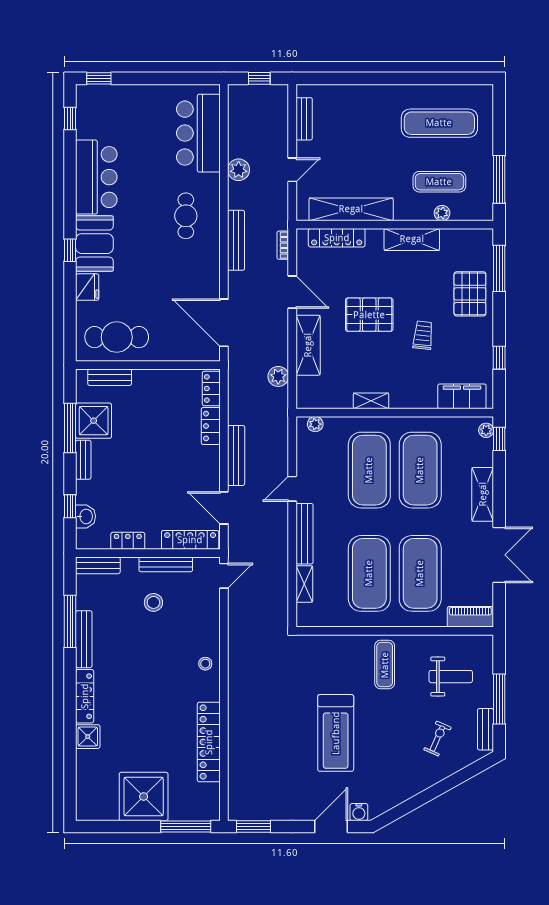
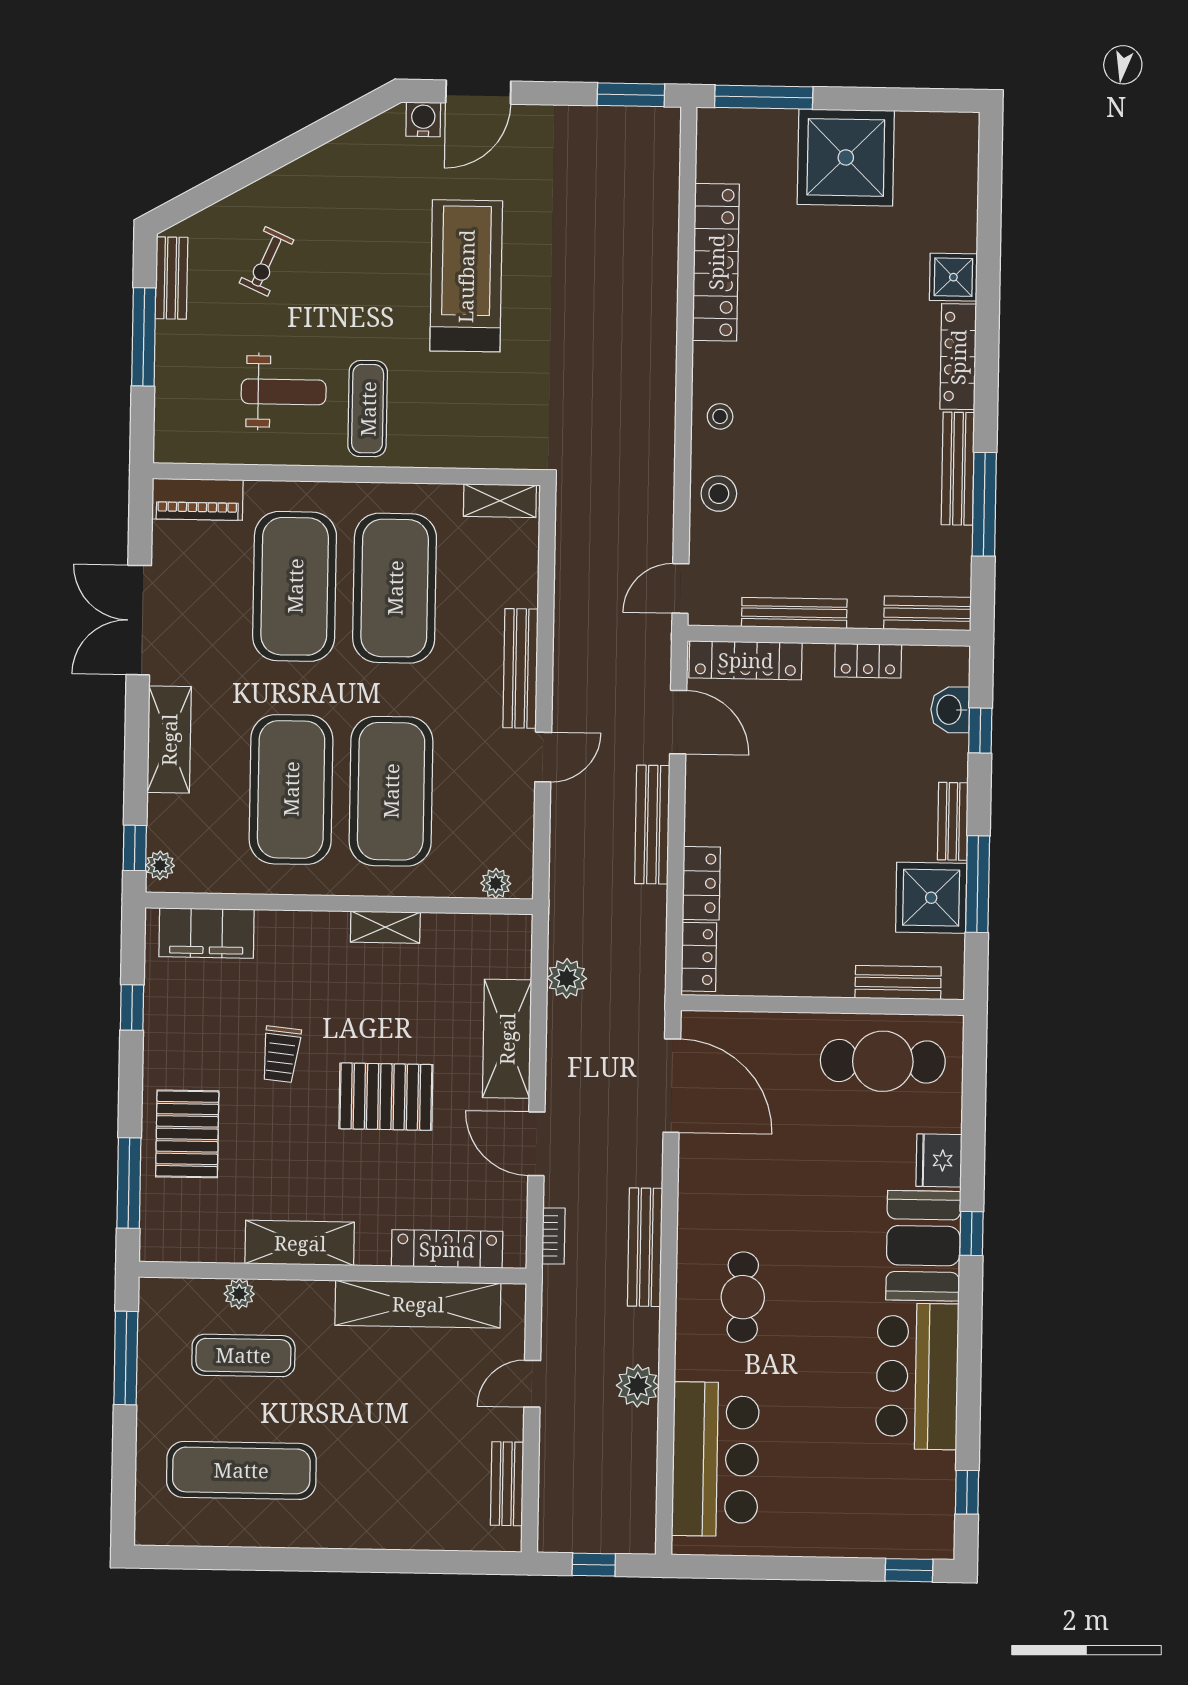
shelving: (304, 584) -> (500, 501), moved, turned 90
stool: (153, 602) -> (719, 494), moved
weight bench: (451, 677) -> (284, 392), moved, turned 180

